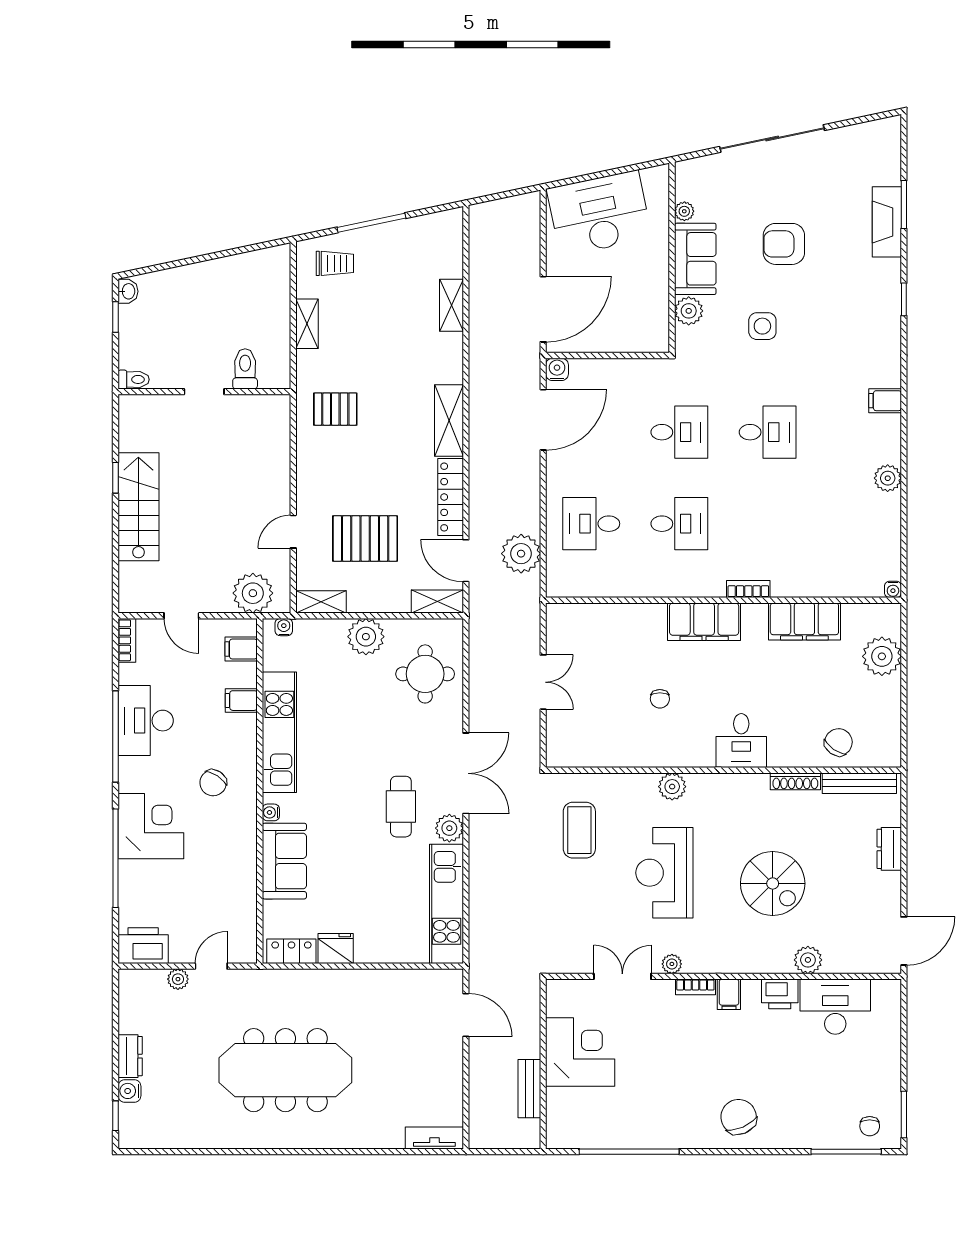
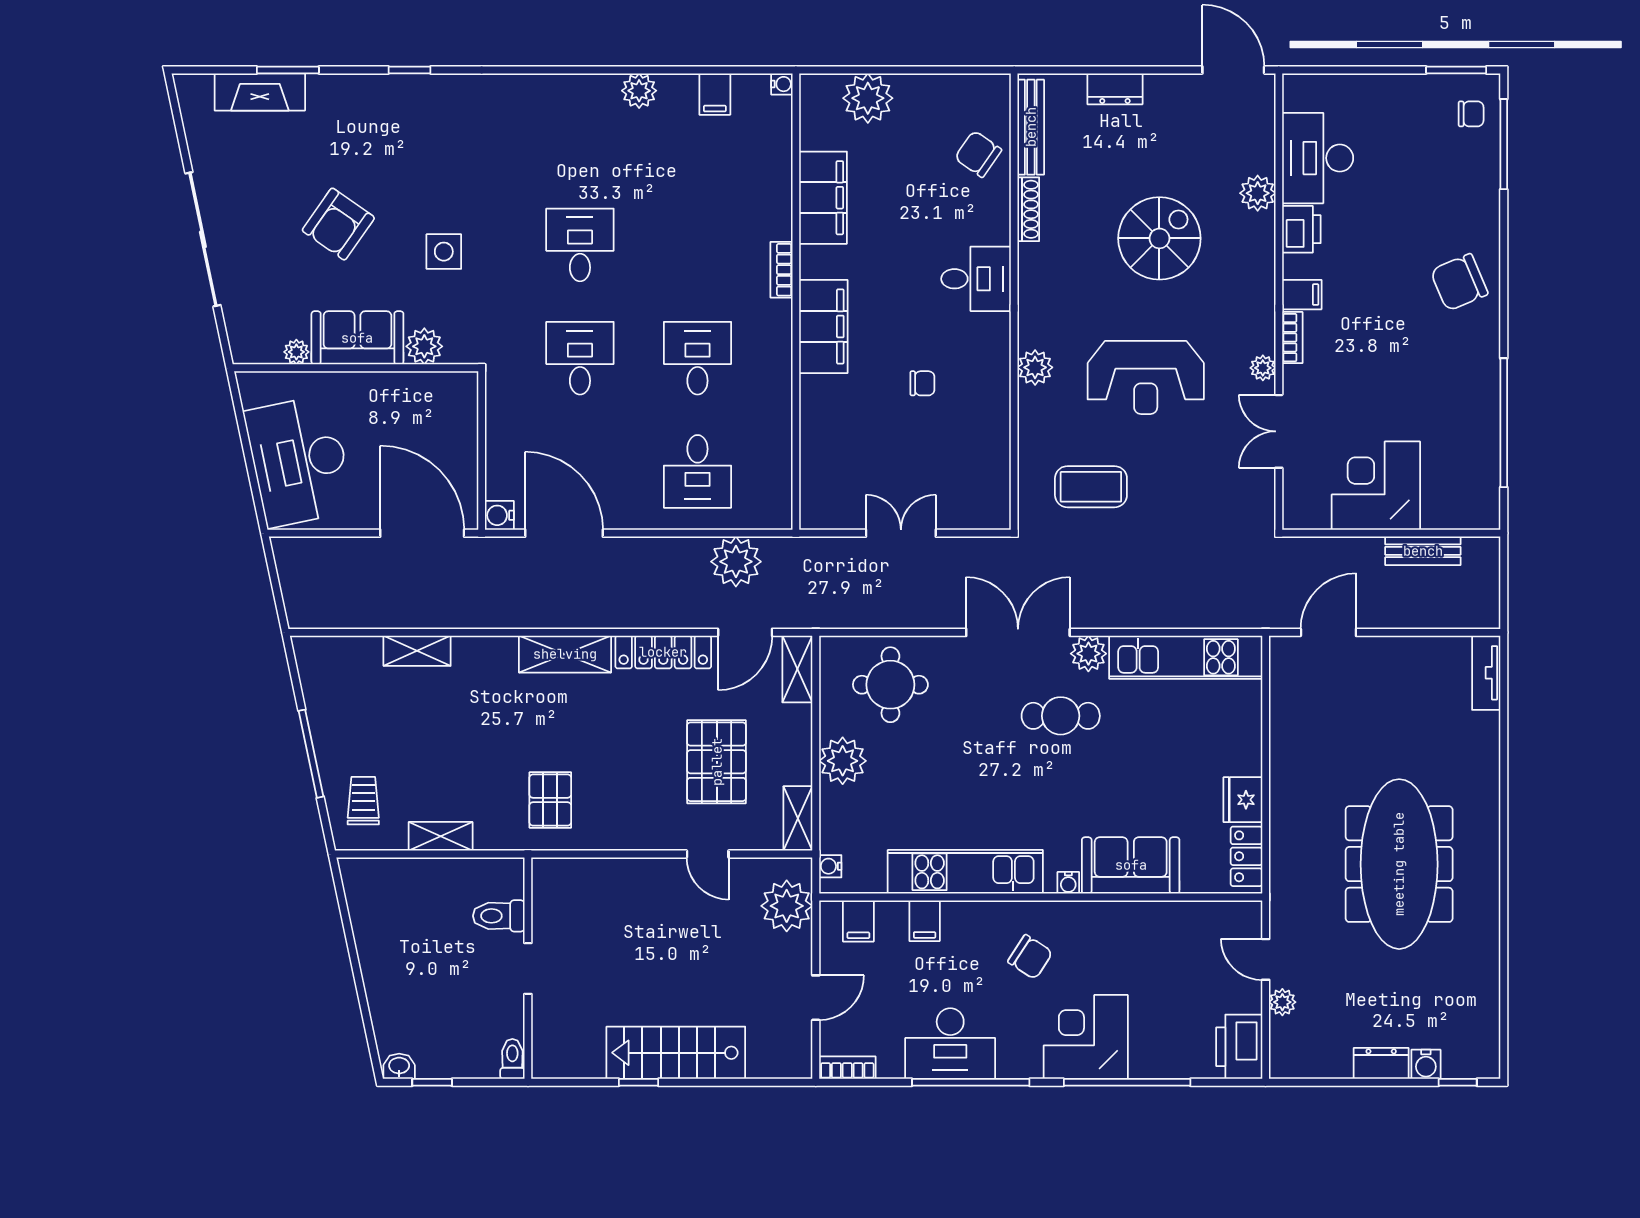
fireplace: (887, 222) -> (260, 92), moved
armchair: (784, 244) -> (338, 224), turned 35
filing cabinet: (885, 401) -> (715, 94), moved

